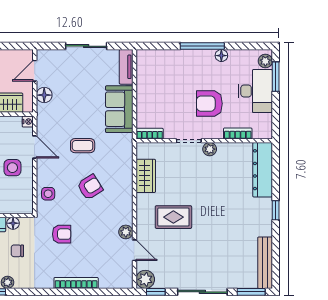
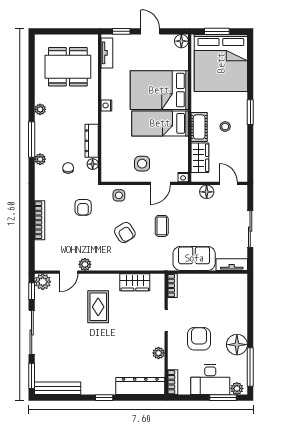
window: (202, 46) -> (250, 367), moved
floor lamp: (221, 56) -> (237, 345), width x1.89, depth x1.89
bookcase: (238, 133) -> (173, 382), moved
plant: (210, 149) -> (159, 353), moved

